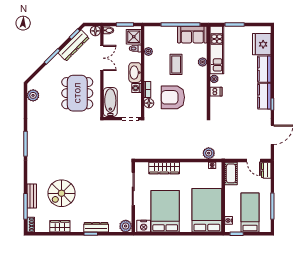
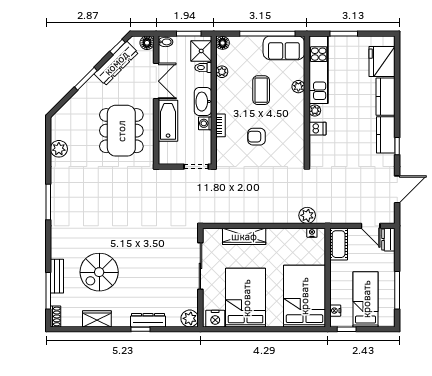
plant: (33, 95) -> (59, 149), moved
armchair: (173, 97) -> (257, 137), width x0.53, depth x0.53
bathtub: (110, 102) -> (168, 121), moved
floor lamp: (149, 103) -> (223, 43), moved

